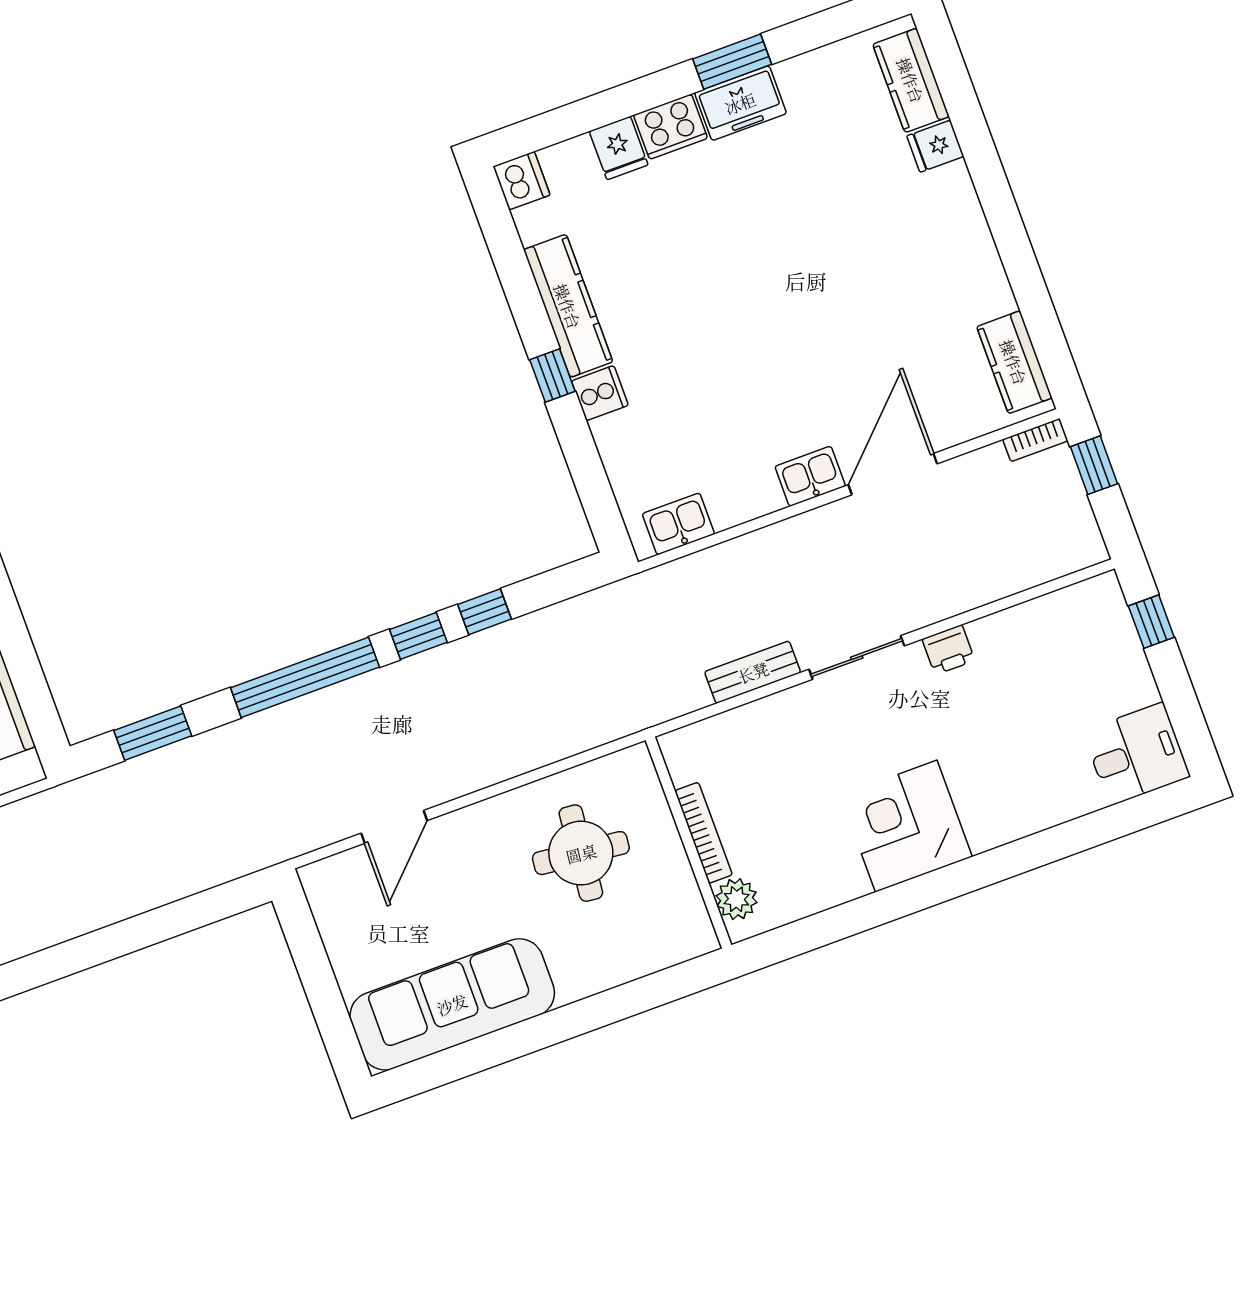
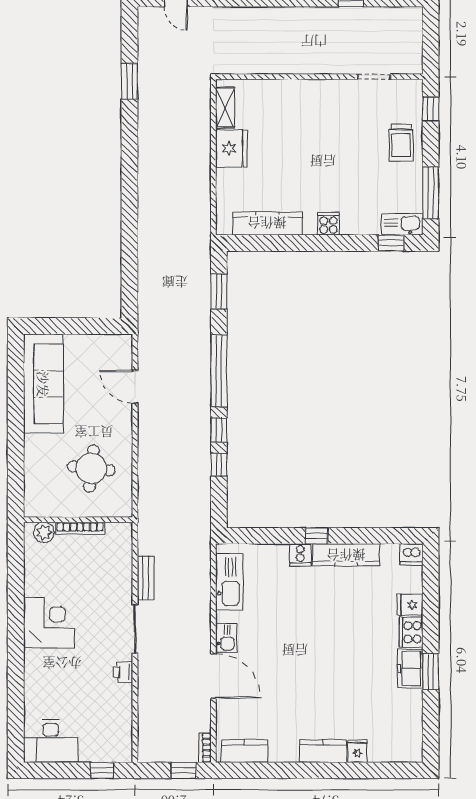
kitchen counter: (911, 80) -> (323, 751), moved
kitchen sink: (678, 524) -> (229, 582), width x1.88, depth x1.24
desk: (1137, 754) -> (51, 741), width x1.37

